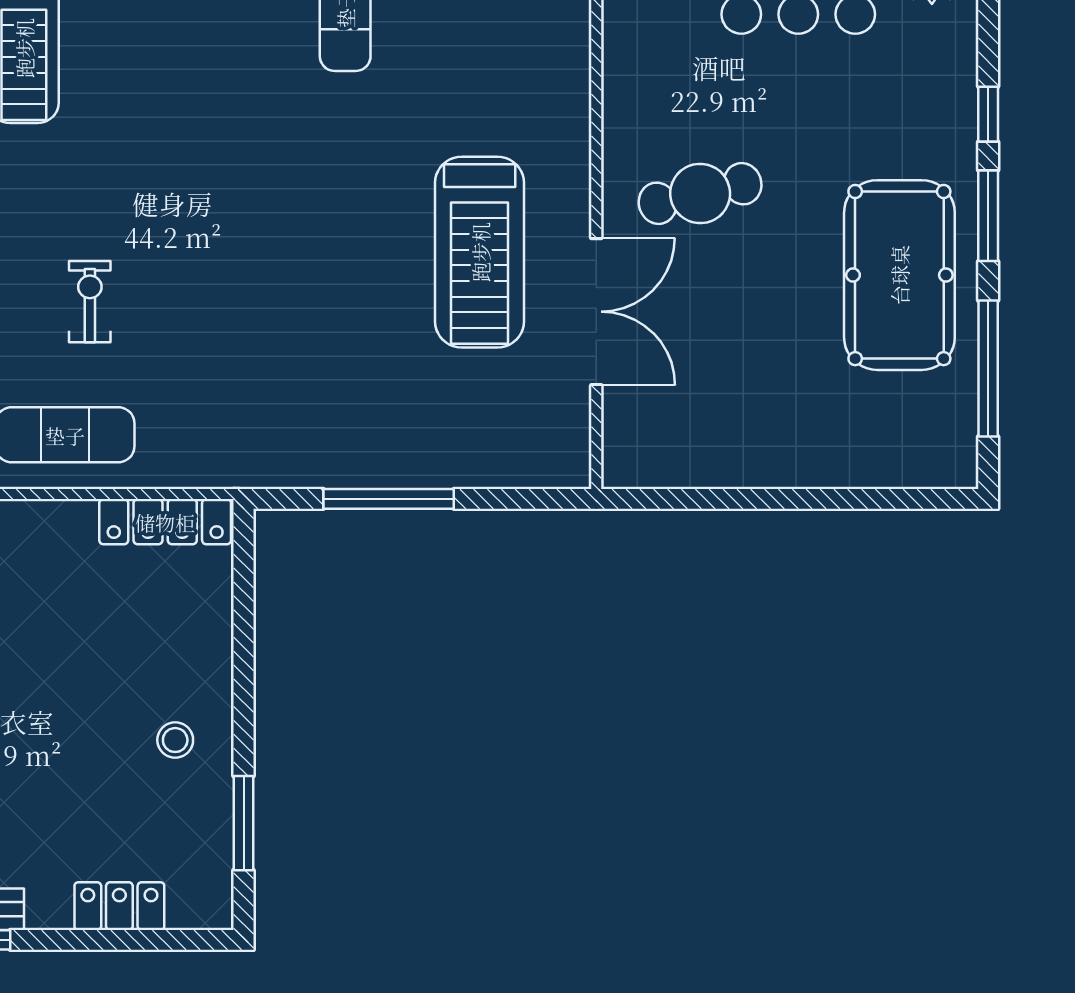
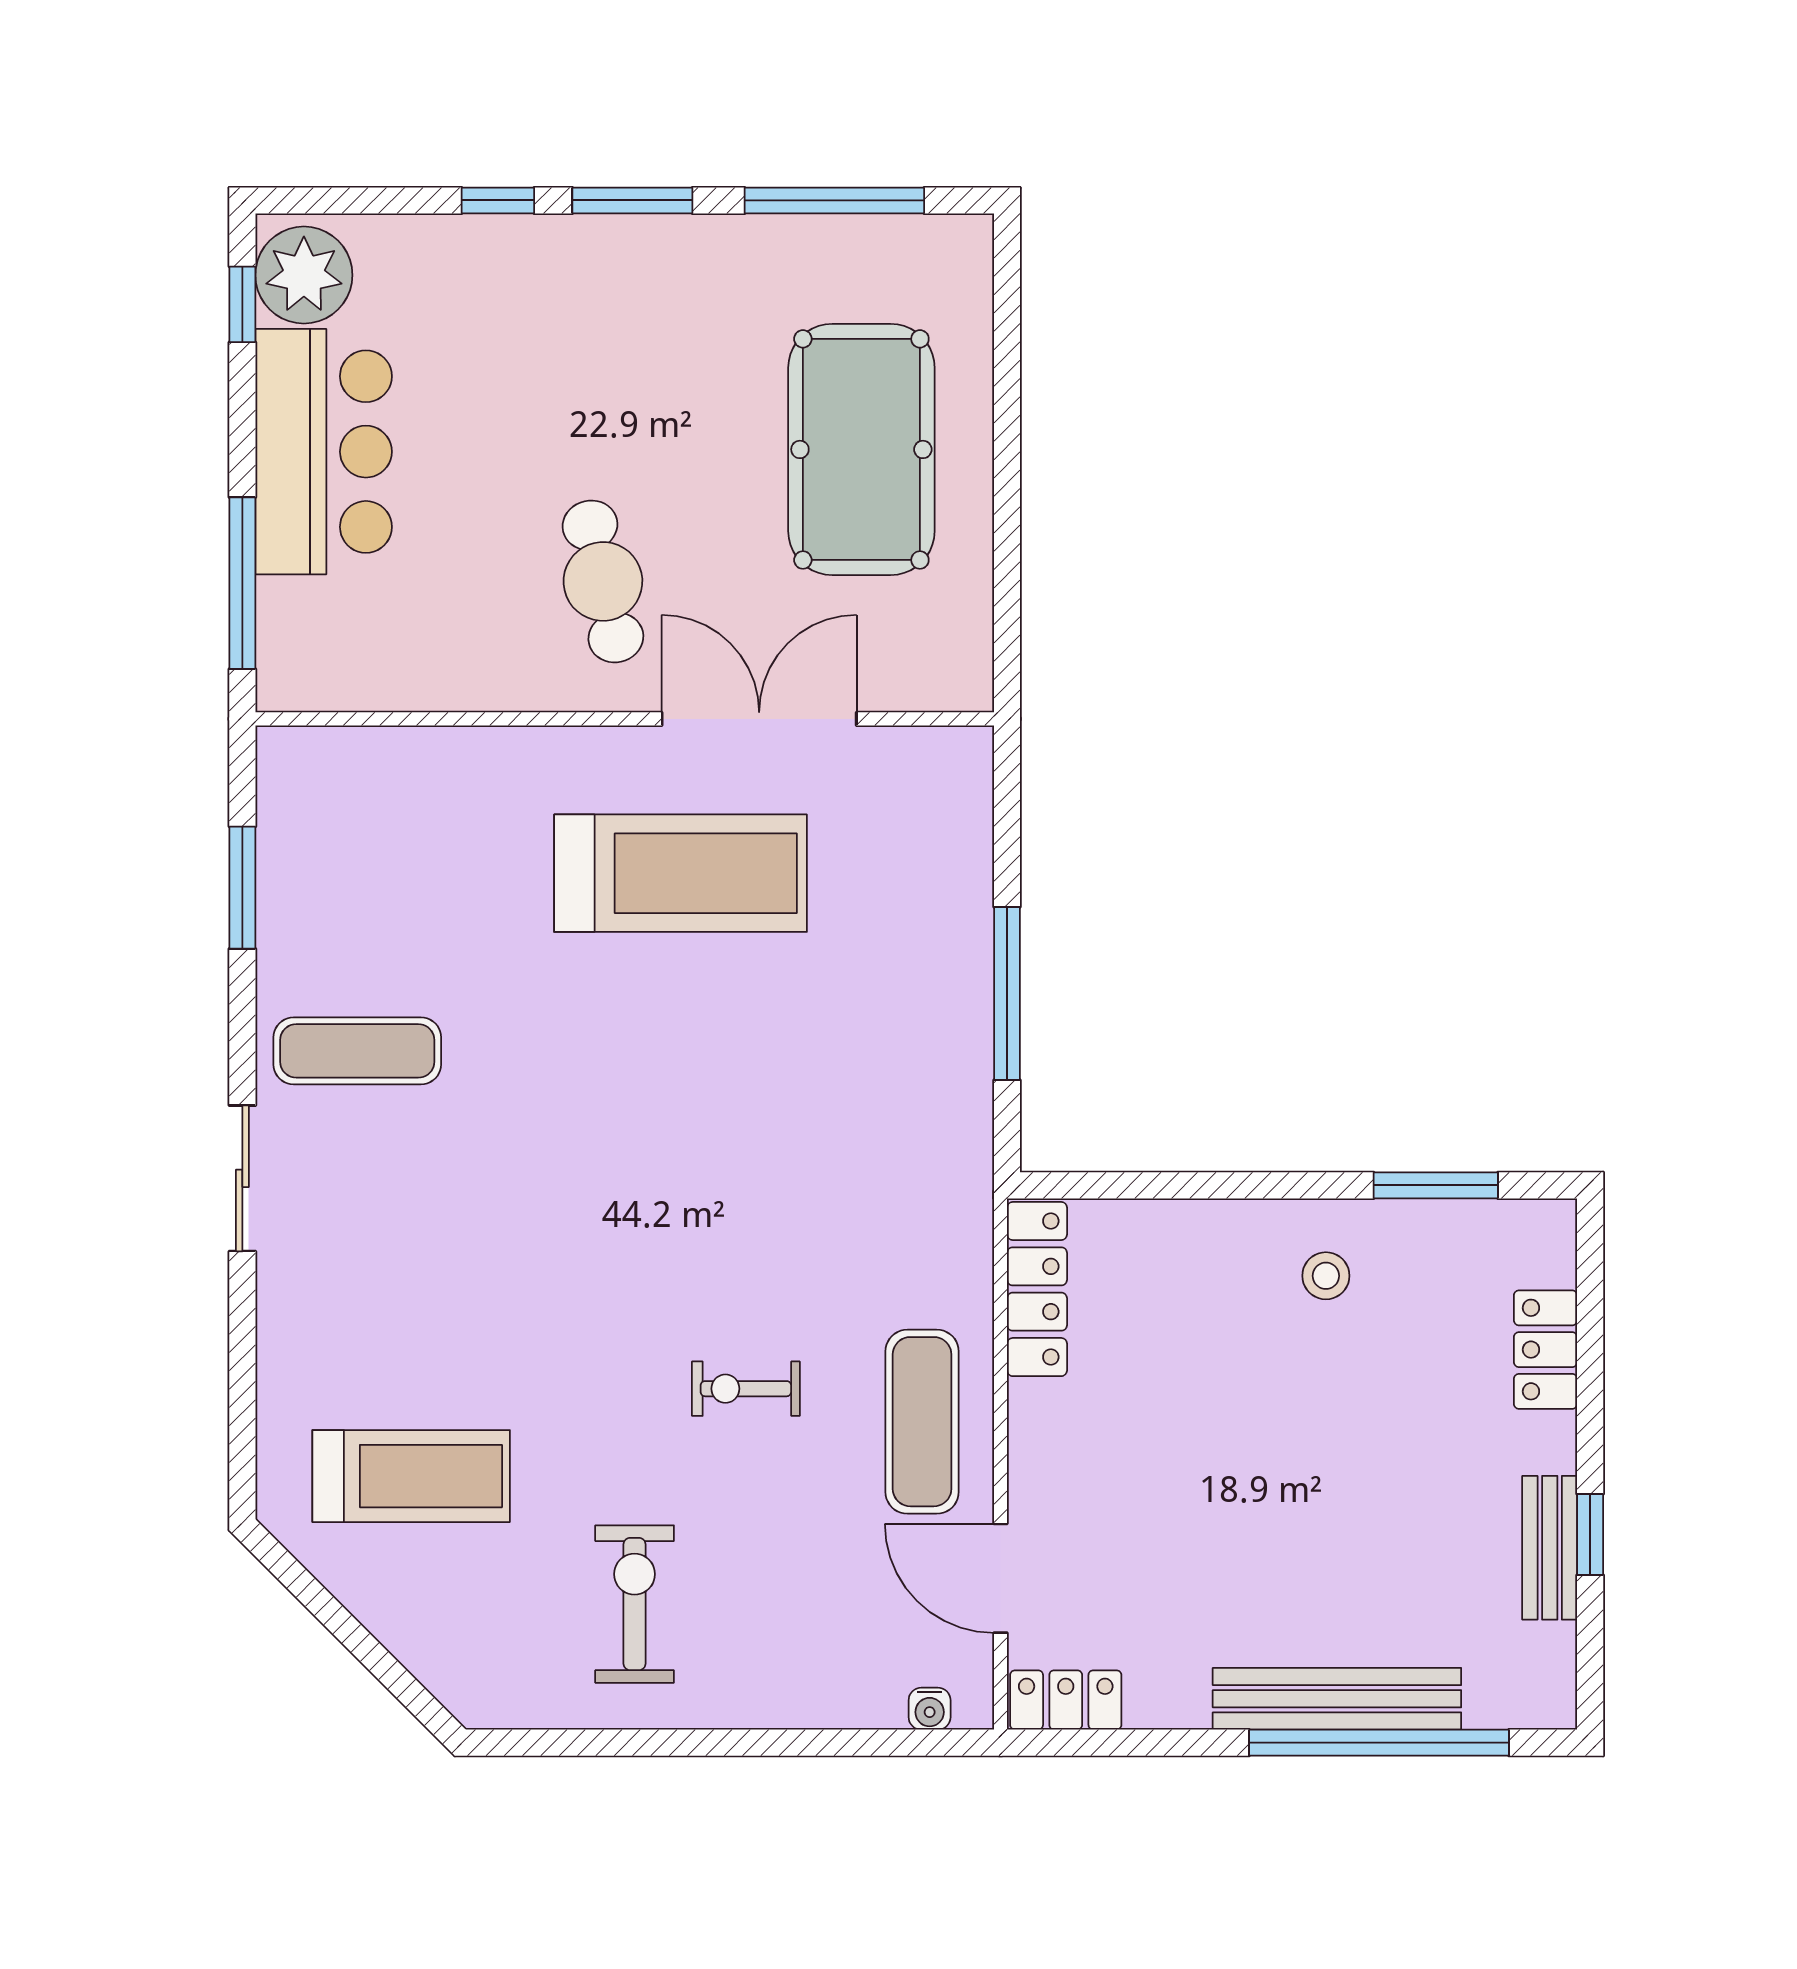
pool table: (899, 275) -> (861, 449), moved, turned 90

